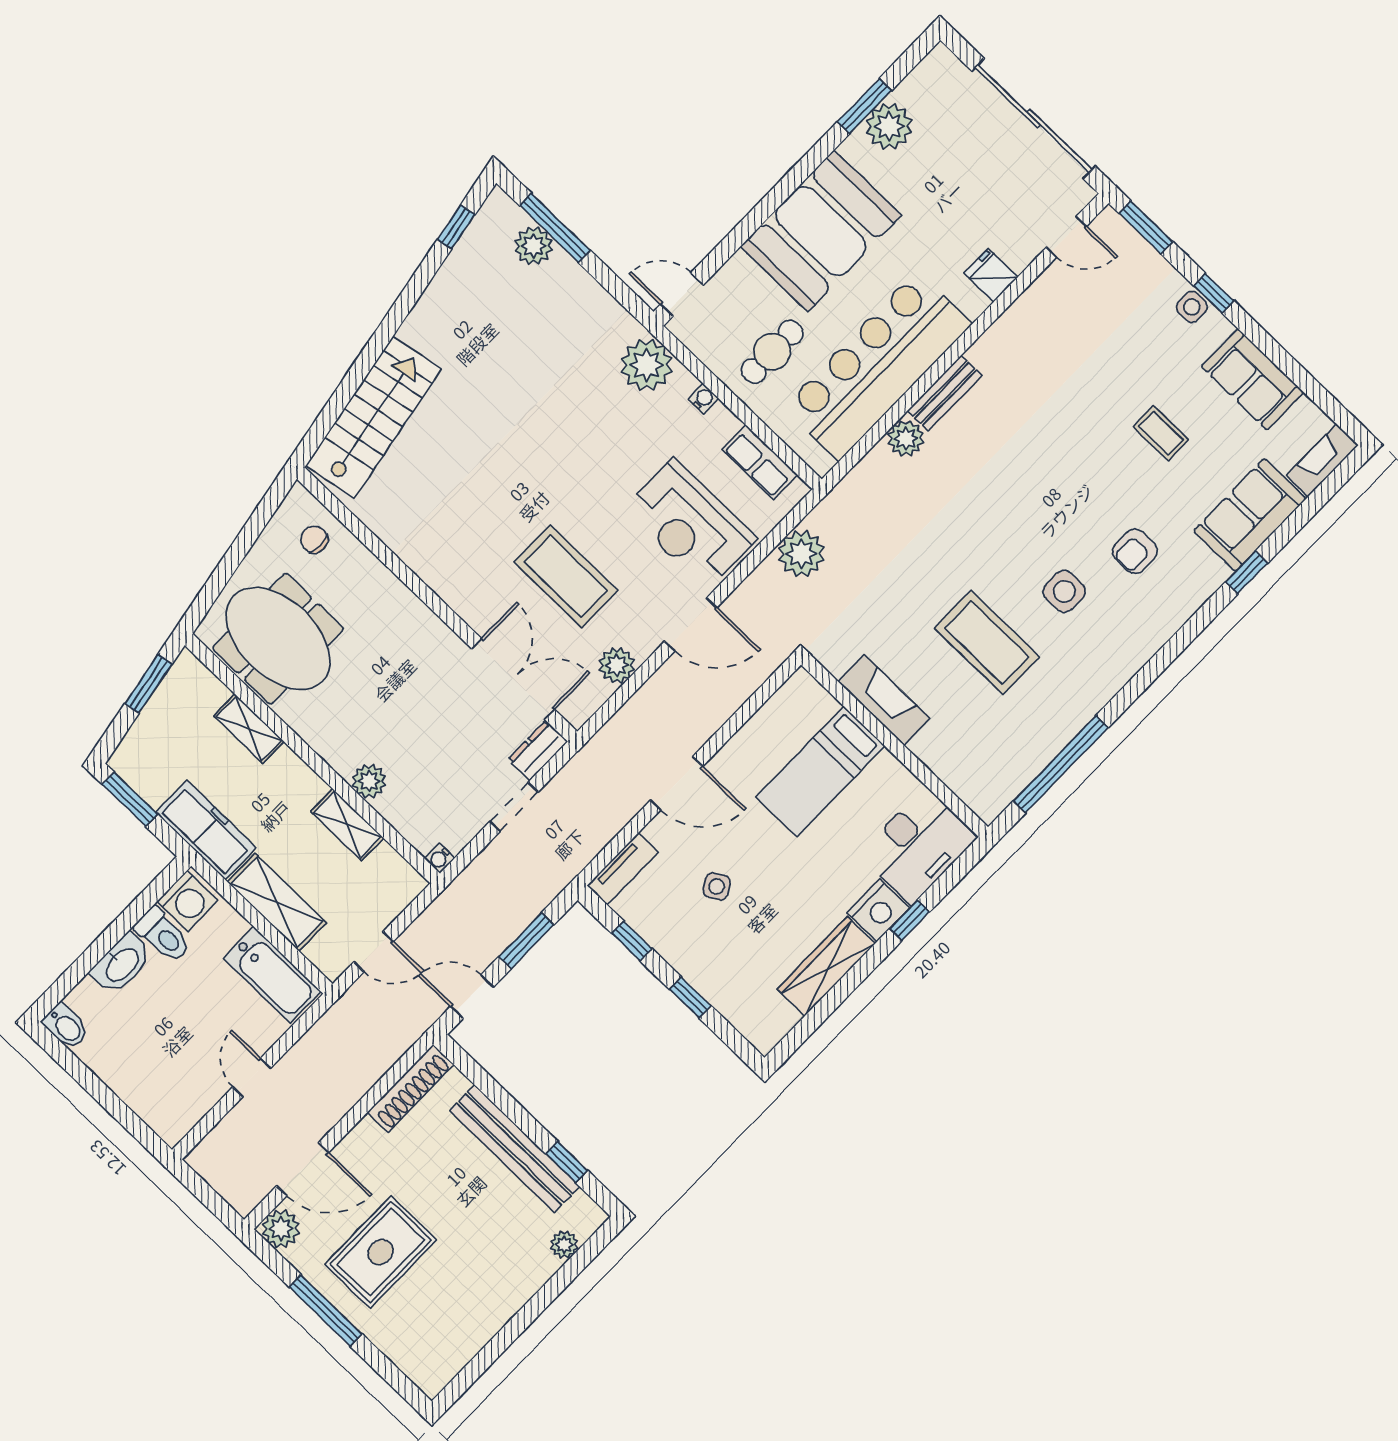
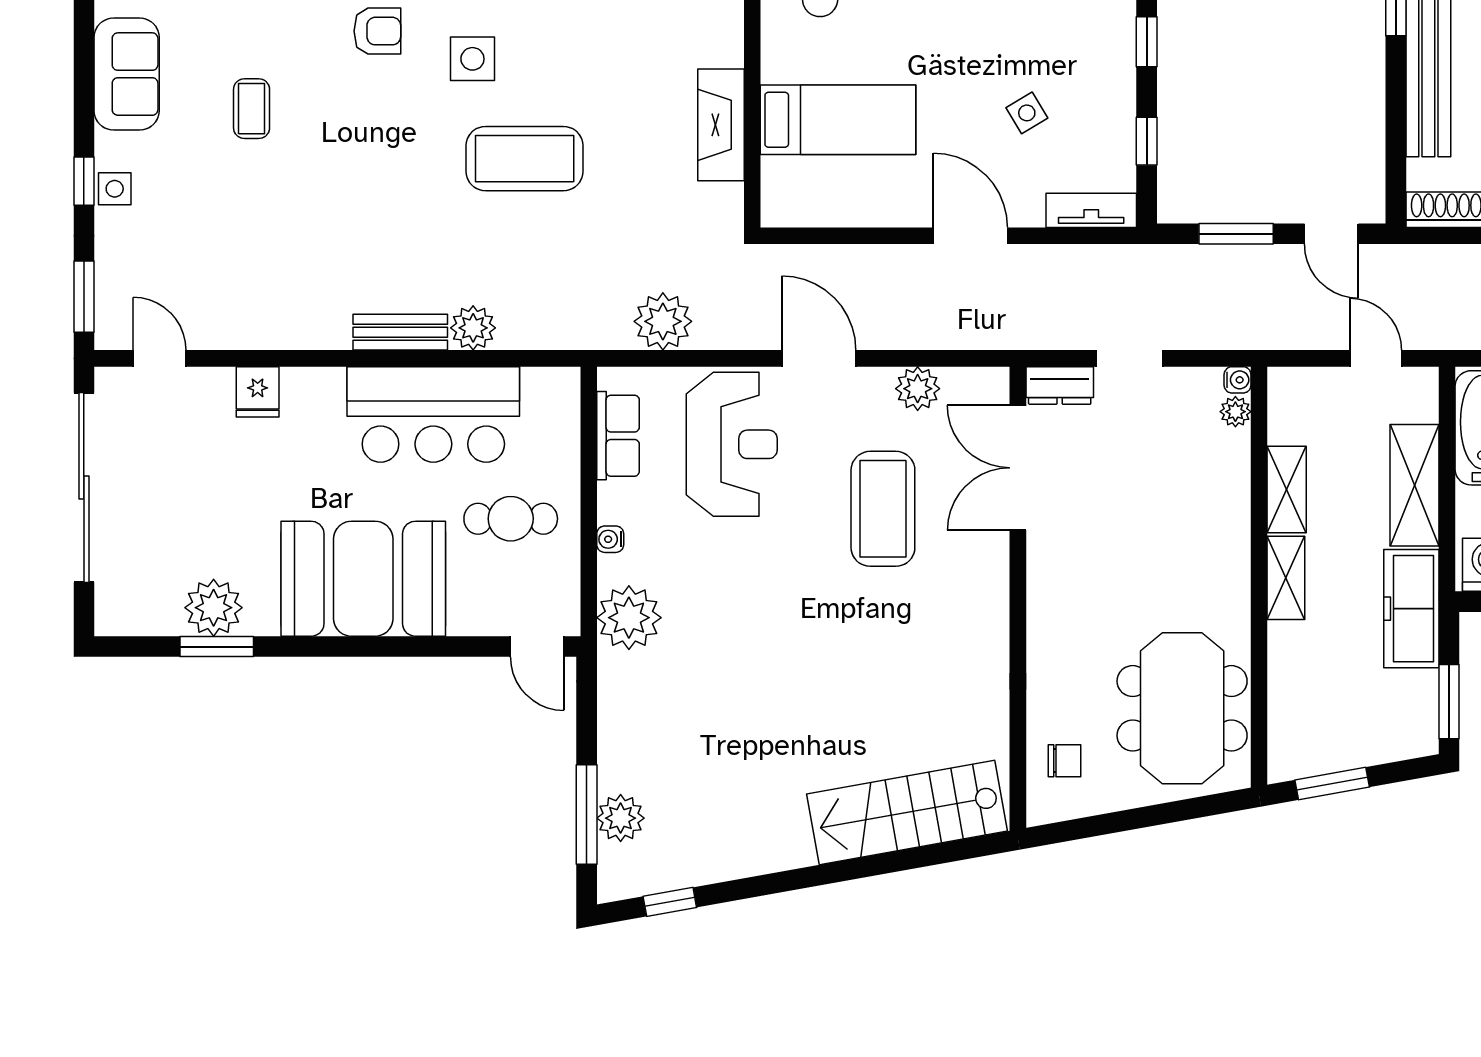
bar counter: (878, 366) -> (433, 414), width x0.73
chair: (314, 540) -> (1065, 761), turned -90
coffee table: (987, 643) -> (525, 159), moved, turned 90
shelving: (249, 729) -> (1286, 578), moved
plant: (369, 781) -> (1235, 412), moved, width x0.73, depth x0.73

